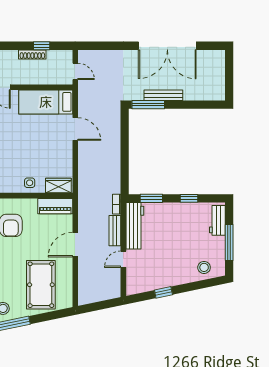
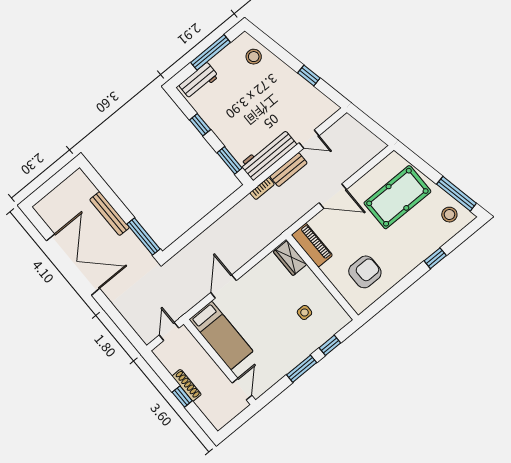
window: (42, 46) -> (182, 397), moved
bench: (163, 95) -> (110, 214), moved
side table: (30, 183) -> (304, 312), moved

